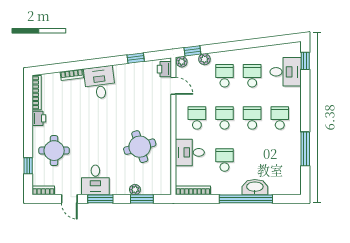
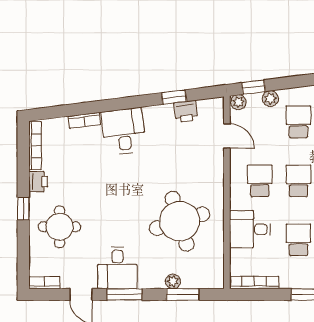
printer: (164, 69) -> (186, 111), moved, turned -97
round table: (140, 147) -> (180, 221), width x1.36, depth x1.36
window: (28, 166) -> (23, 209), moved

